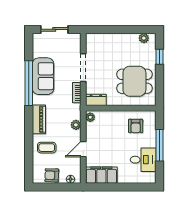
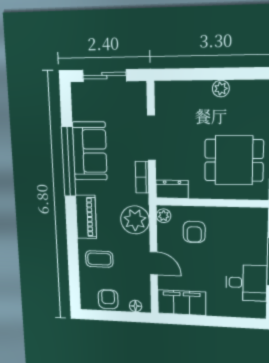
plant: (144, 38) -> (221, 89), moved
plant: (76, 125) -> (135, 220), width x1.87, depth x1.87
armchair: (136, 126) -> (194, 232), moved
door: (83, 149) -> (154, 263), swing flipped
armchair: (52, 175) -> (108, 299), turned 88

